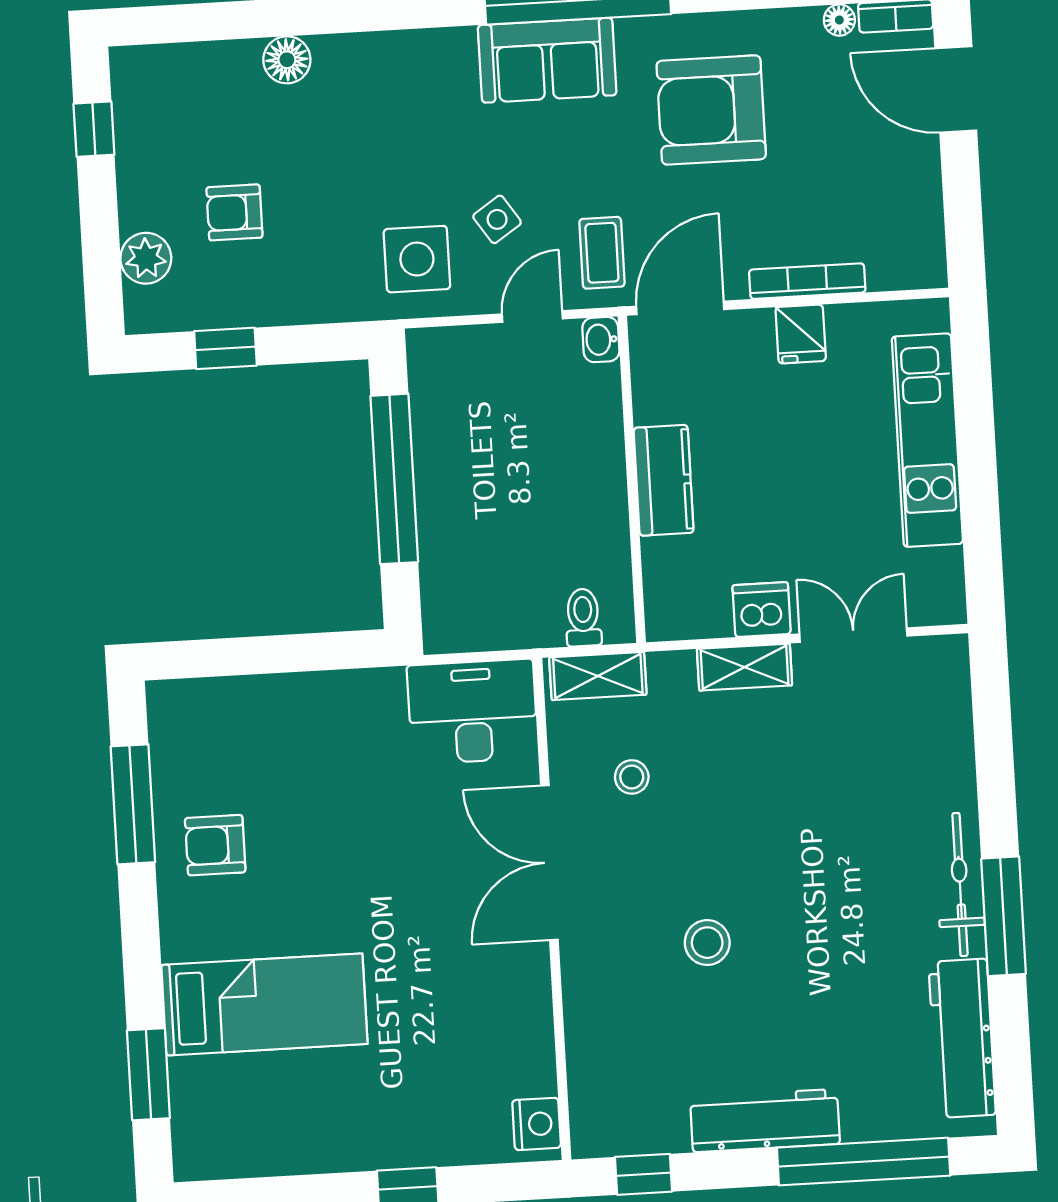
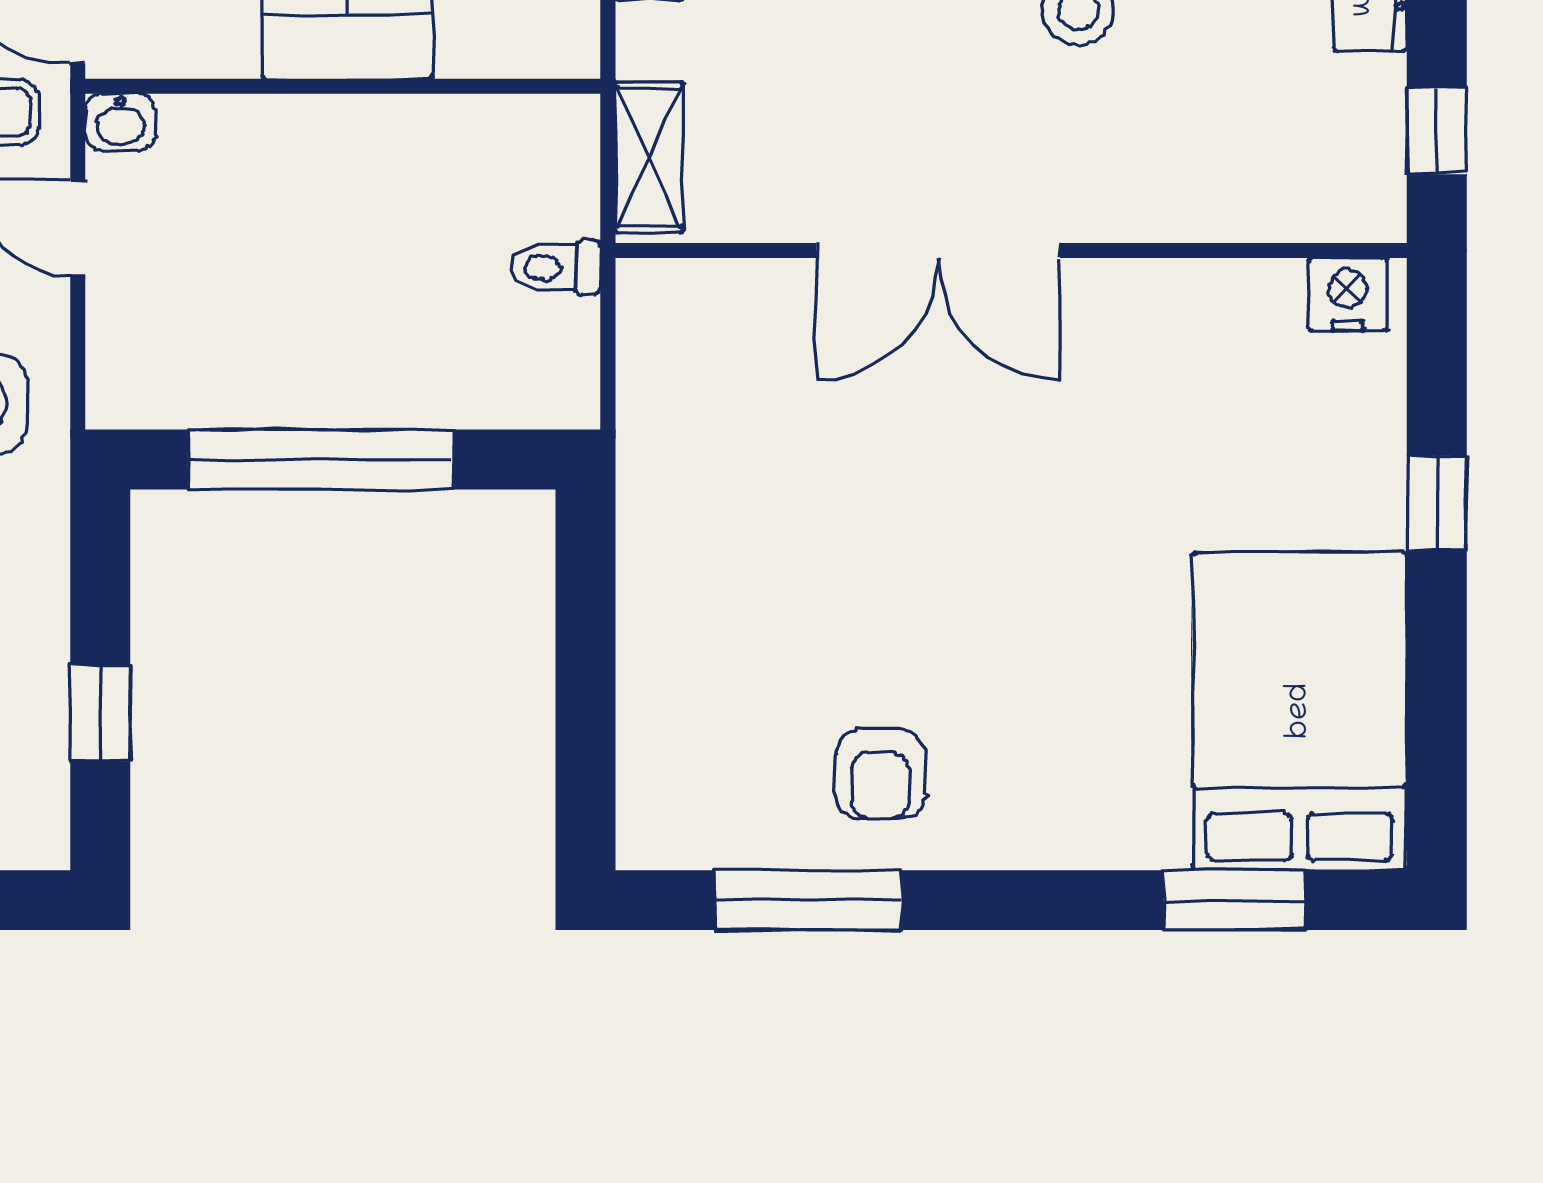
toilet: (583, 617) -> (556, 268), moved
desk: (472, 712) -> (694, 358), removed
stool: (632, 777) -> (811, 113), removed
bed: (264, 1004) -> (1300, 711), moved, width x1.50

